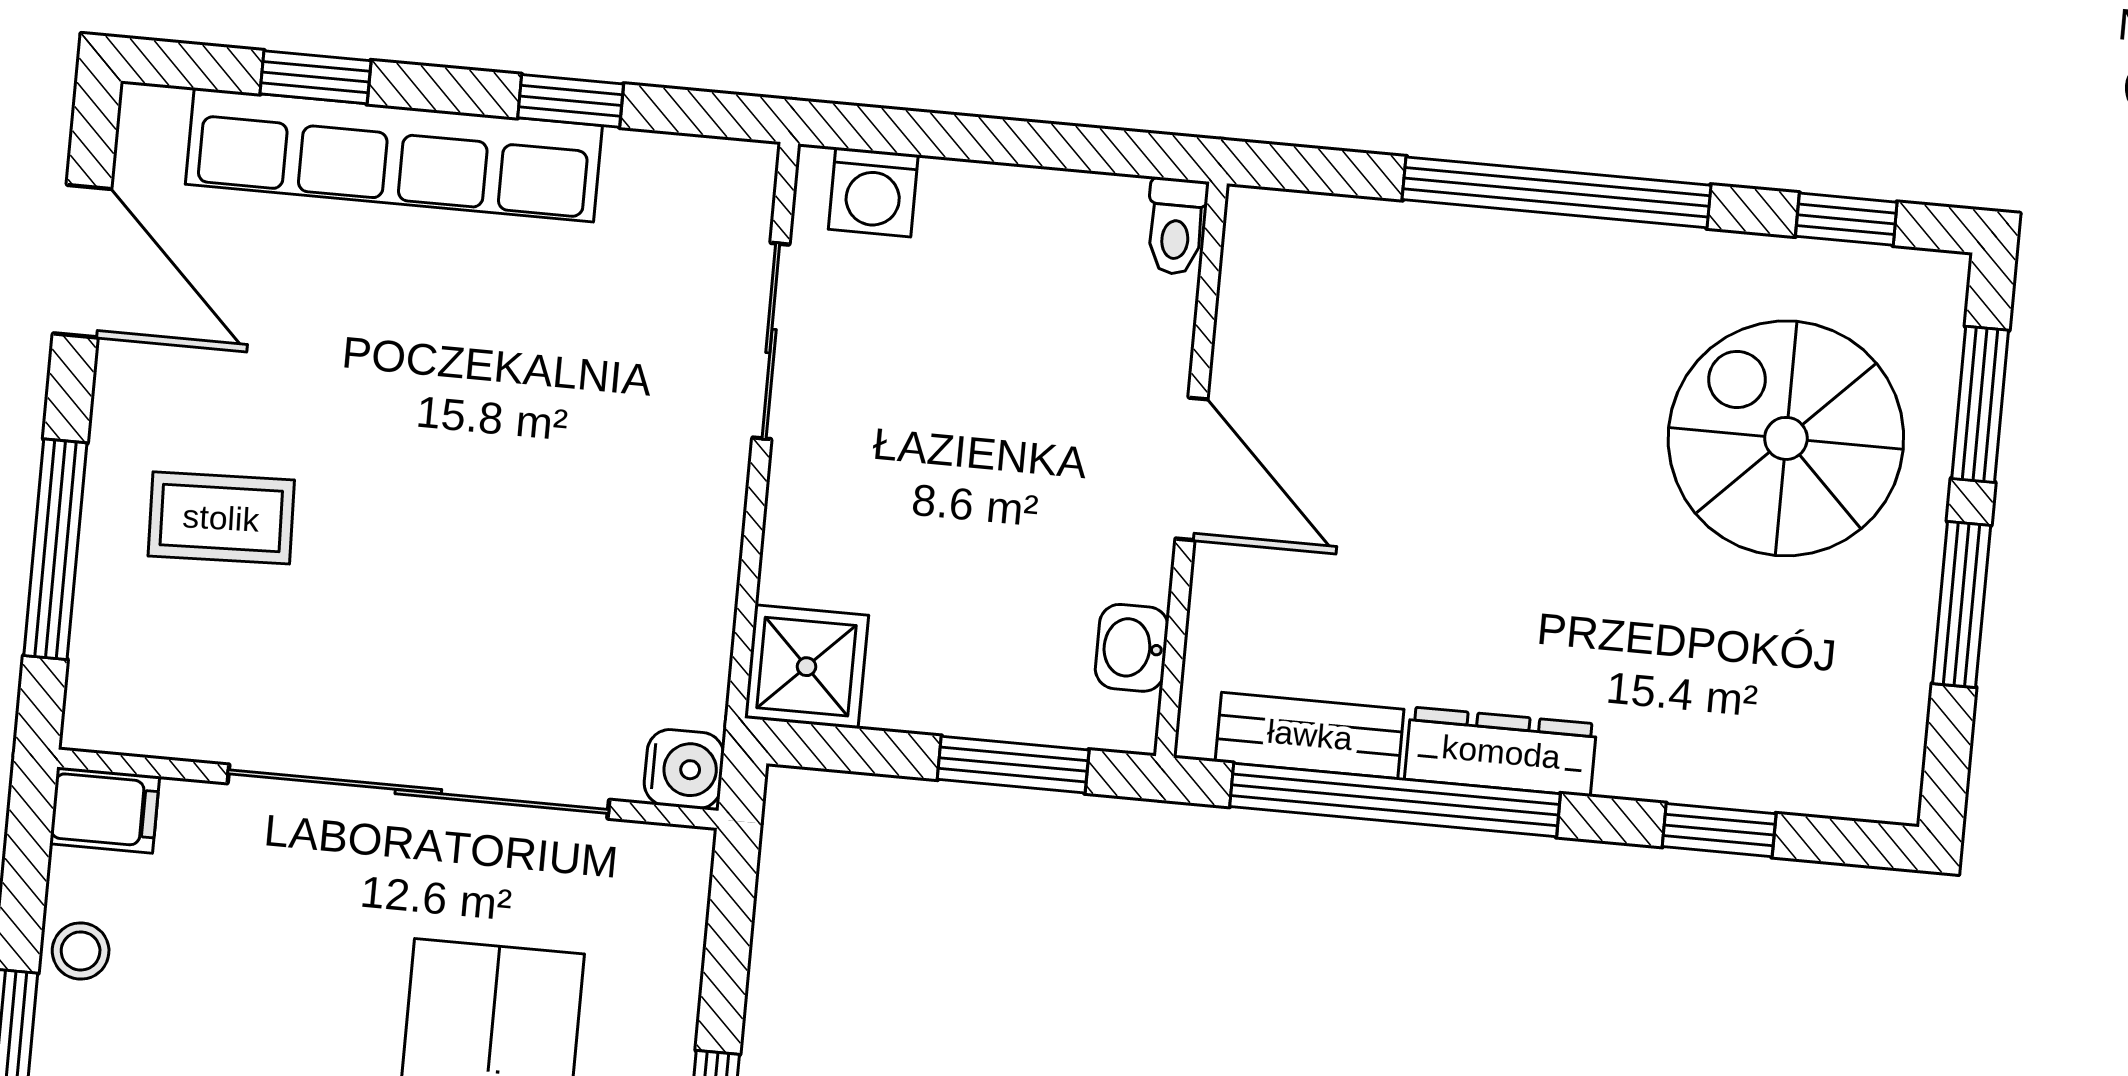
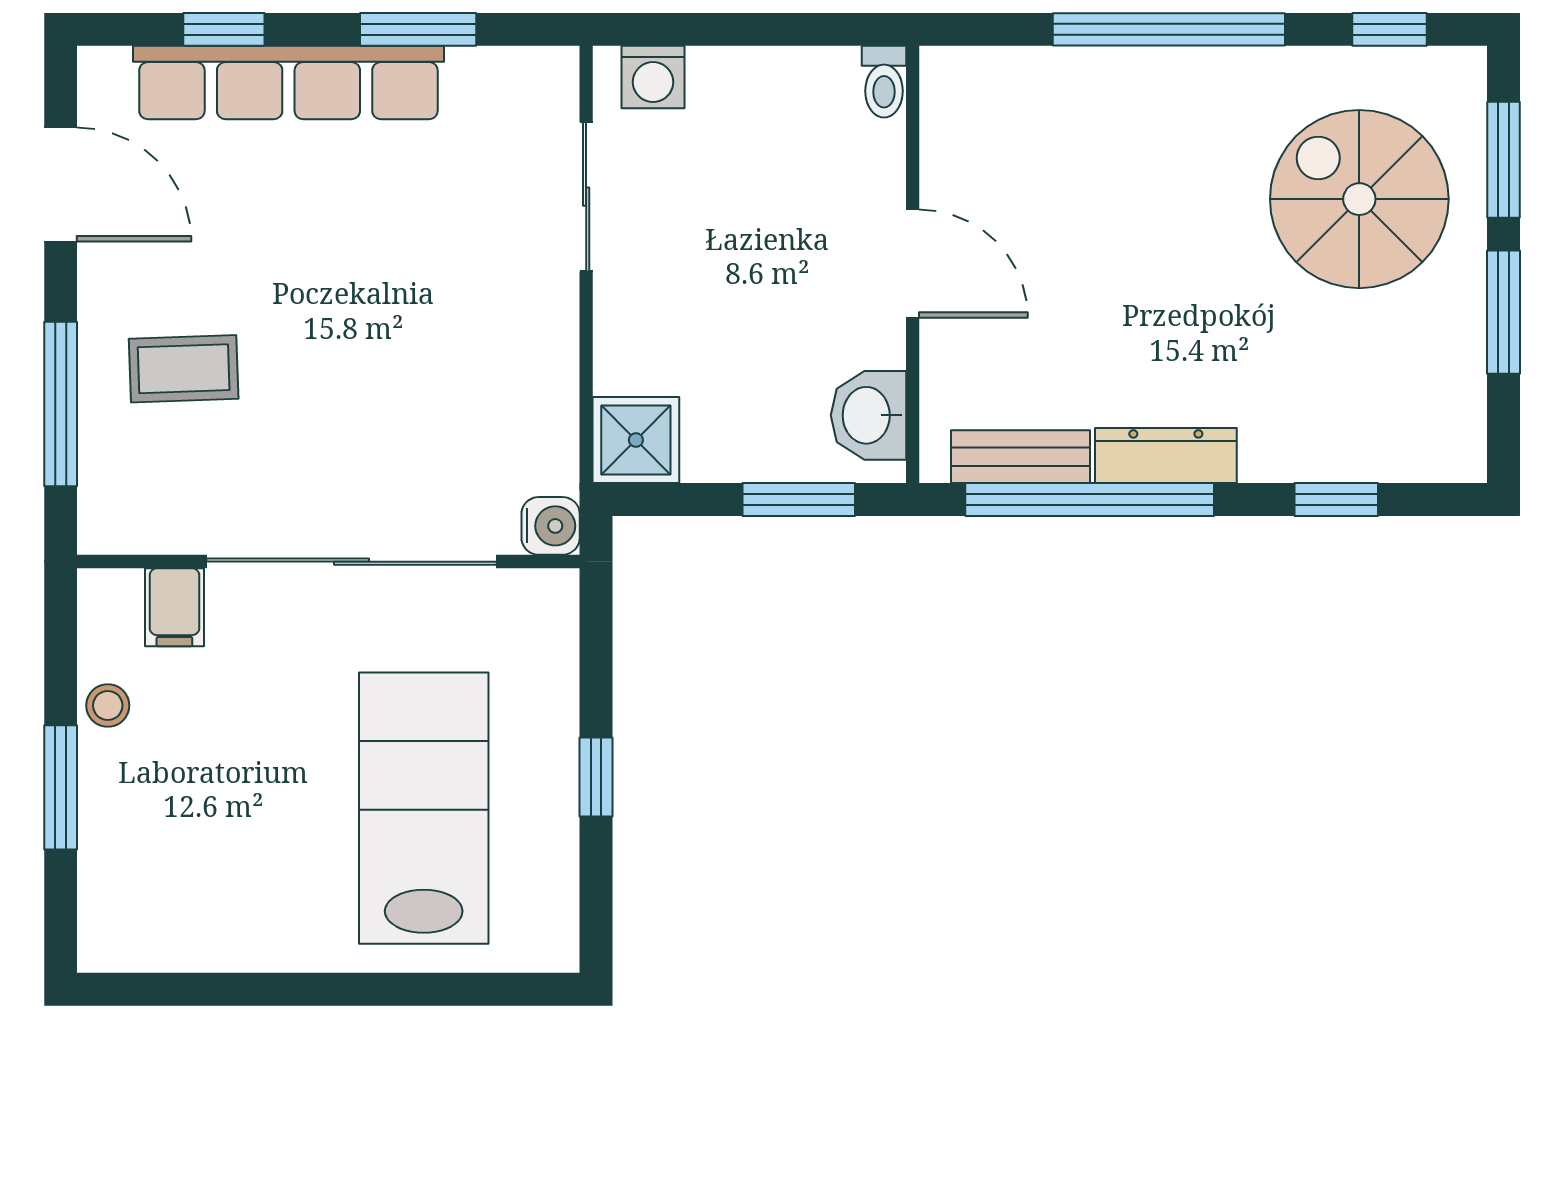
window: (571, 101) -> (418, 29), width x1.50
washbasin: (1132, 648) -> (868, 415), width x1.38, depth x1.45
filing cabinet: (105, 810) -> (174, 607), moved, turned 90

